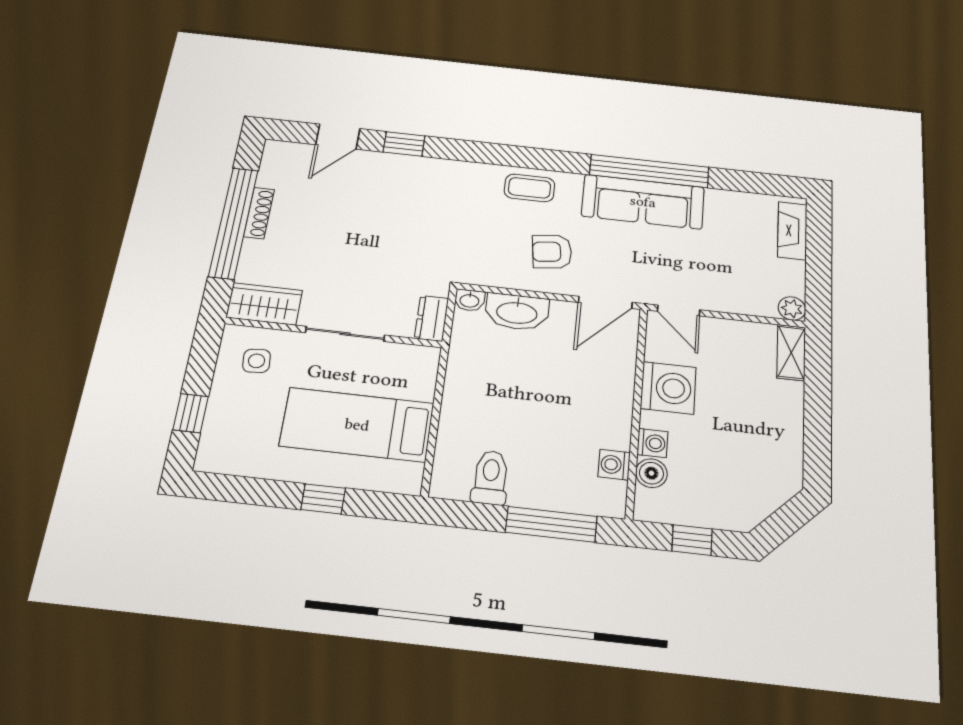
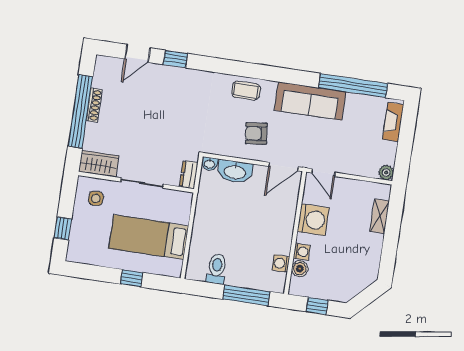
window: (649, 171) -> (353, 86), moved
shelving: (791, 352) -> (380, 216), moved

